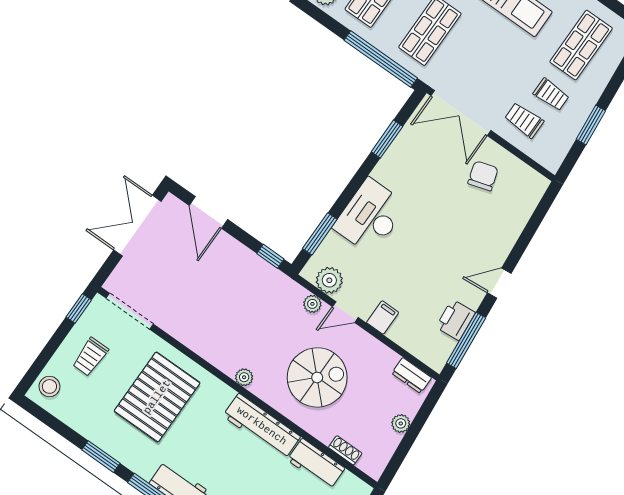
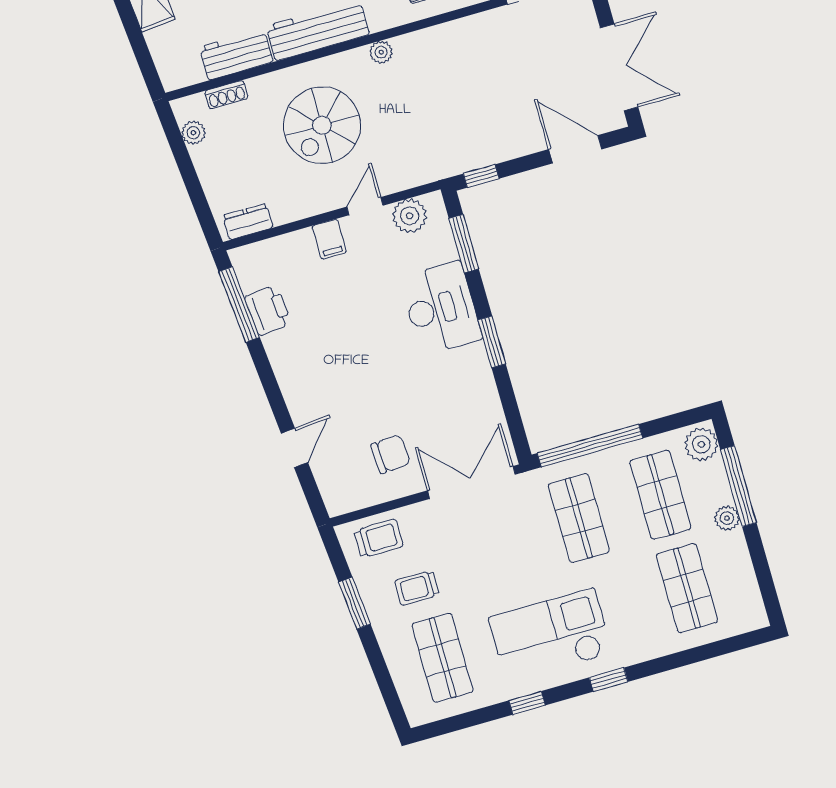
trolley: (524, 120) -> (379, 538), moved
window: (387, 139) -> (492, 342), moved
chair: (483, 176) -> (390, 454), turned -77
door: (499, 283) -> (295, 448), moved
plant: (312, 304) -> (400, 180), removed
plant: (401, 423) -> (193, 133), moved

